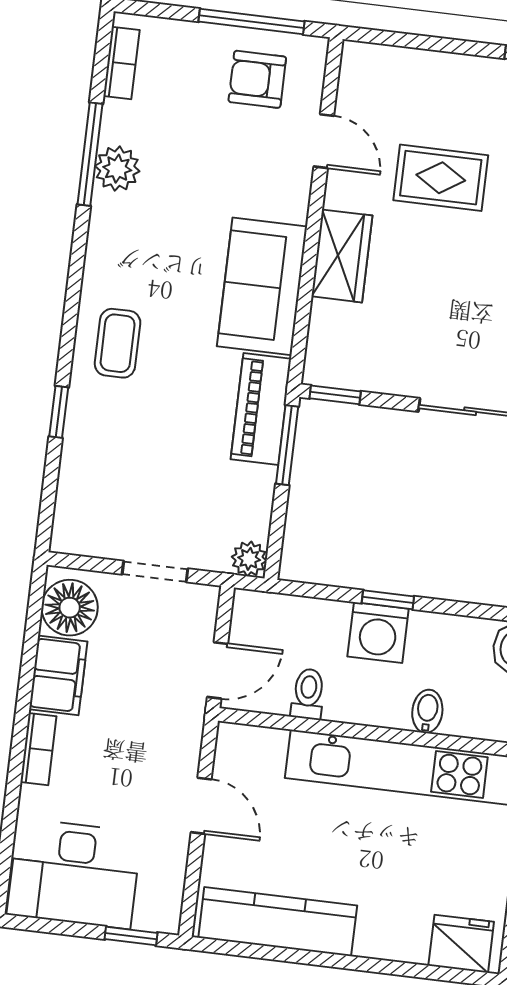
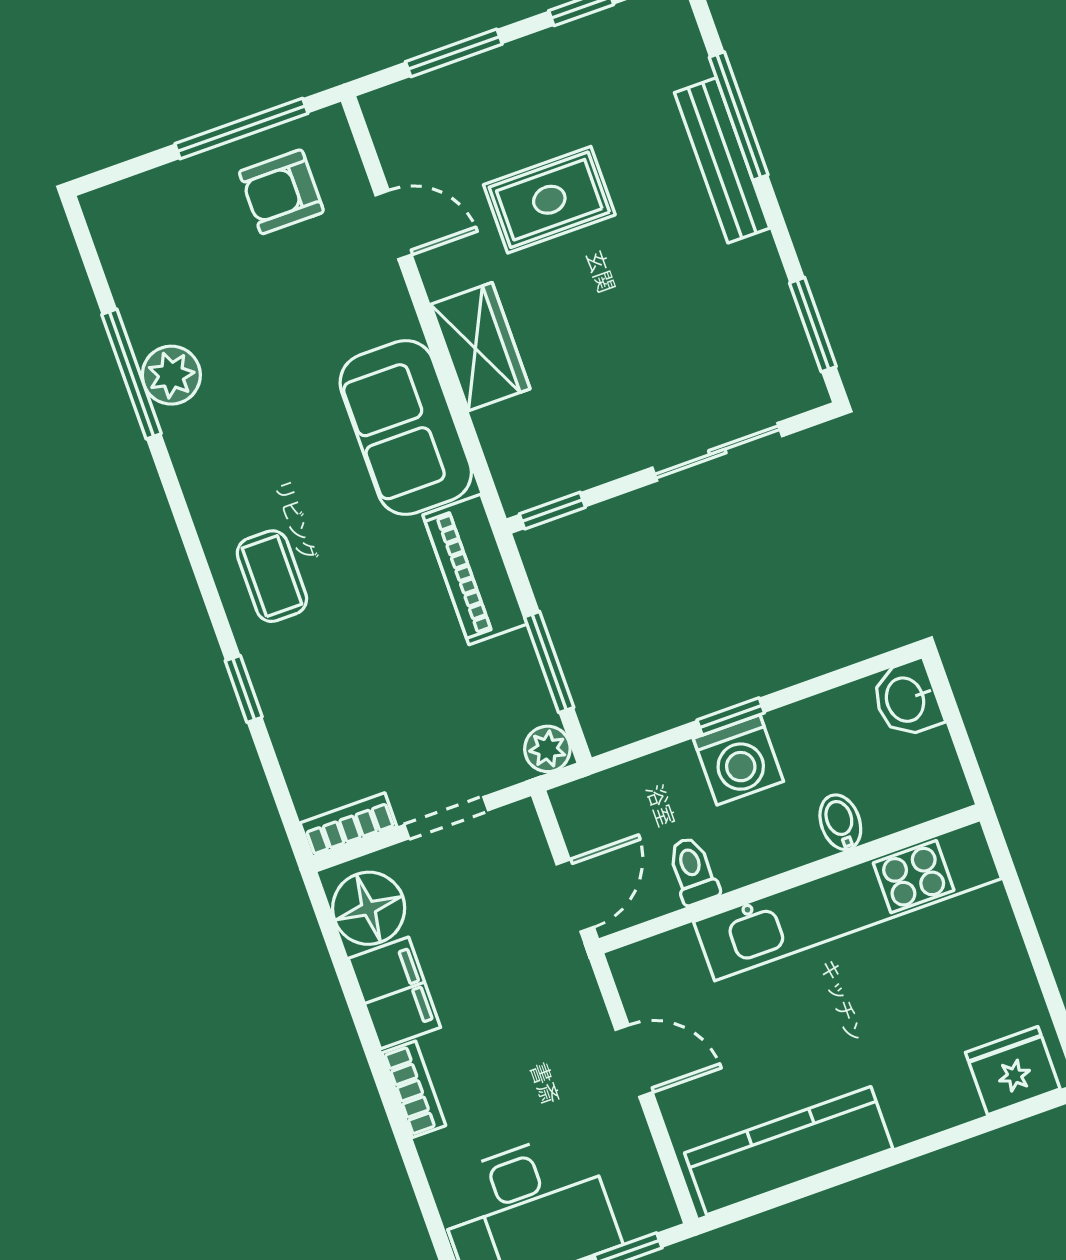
window: (425, 43) -> (454, 53), added
bookcase: (121, 63) -> (348, 825), moved, turned -90
window: (287, 445) -> (549, 662), moved

